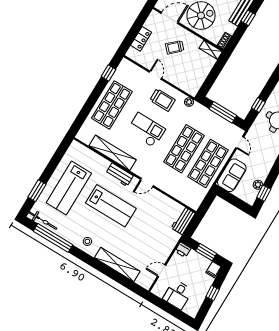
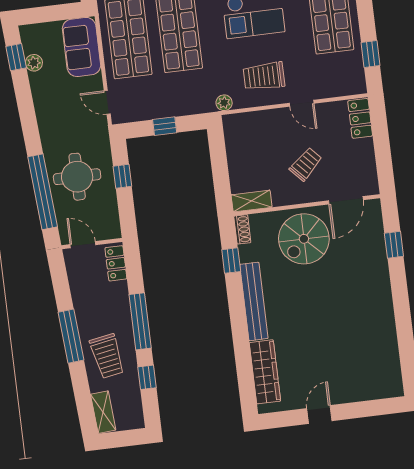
window: (248, 18) -> (231, 261), moved
locker: (141, 39) -> (360, 118), moved
window: (223, 112) -> (165, 126), width x0.46

